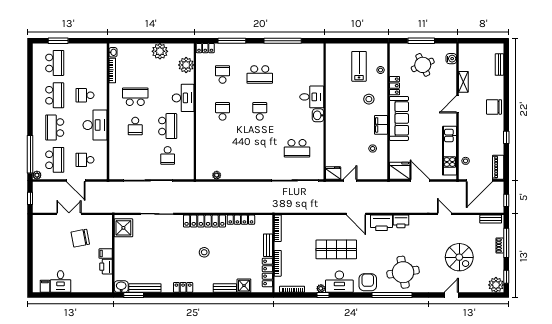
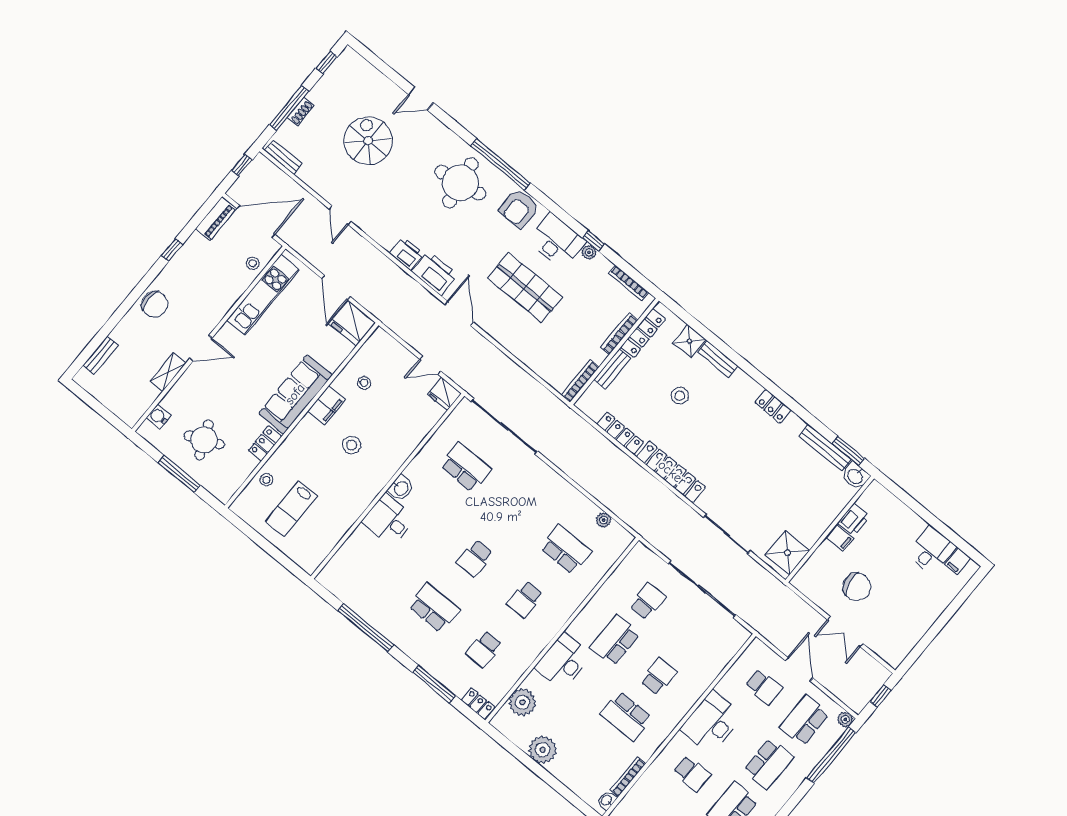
stool: (369, 99) -> (352, 445), moved
school desk: (223, 148) -> (566, 550), added
stool: (204, 252) -> (680, 396), moved
plant: (496, 285) -> (349, 63), removed

